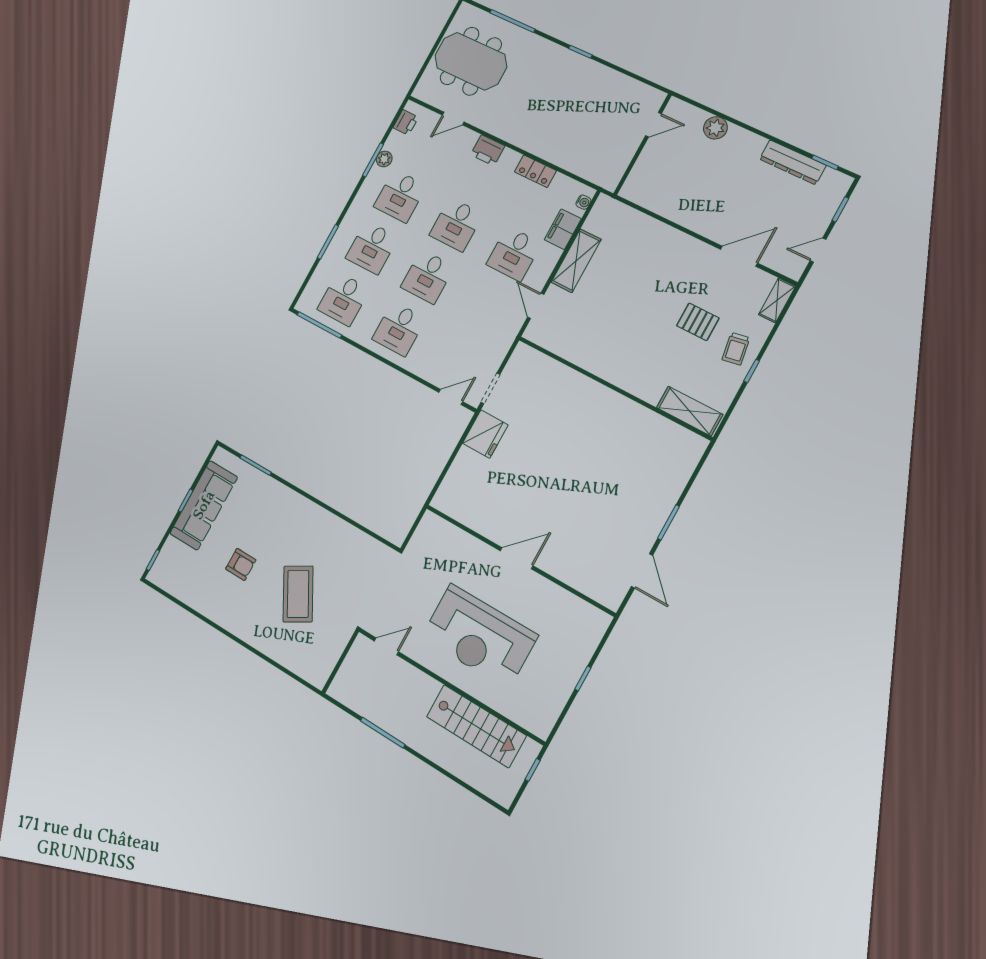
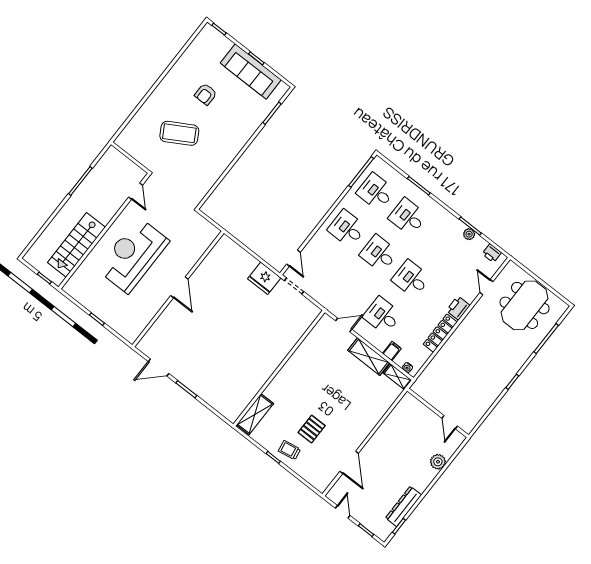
locker: (535, 171) -> (440, 333), width x1.53
desk: (400, 196) -> (440, 242), removed
filing cabinet: (563, 229) -> (392, 351), width x0.50
shelving: (777, 300) -> (397, 377), moved

